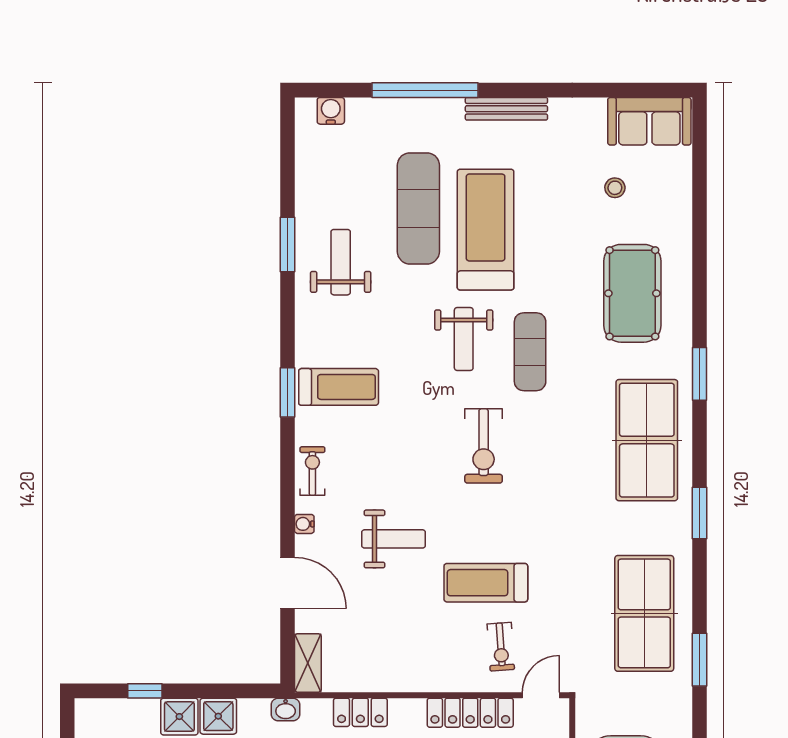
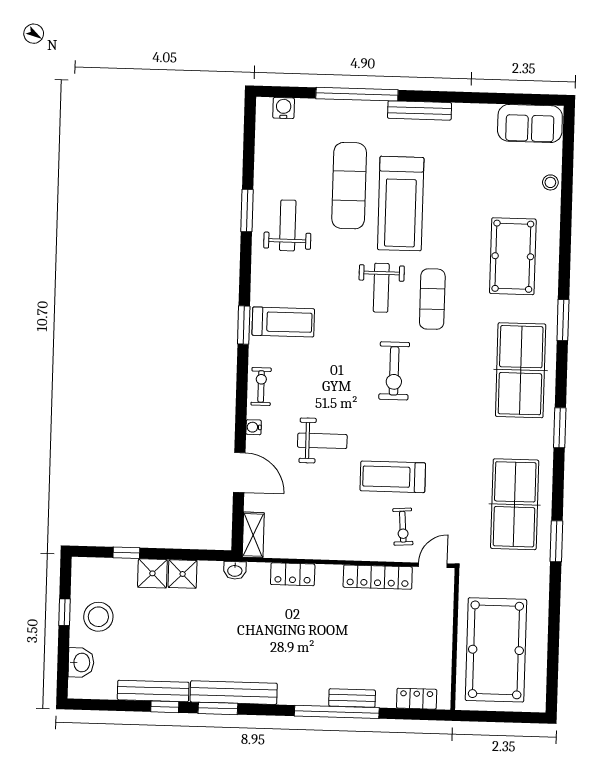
stool: (615, 188) -> (550, 182), moved
treadmill: (486, 230) -> (401, 204), turned 180

